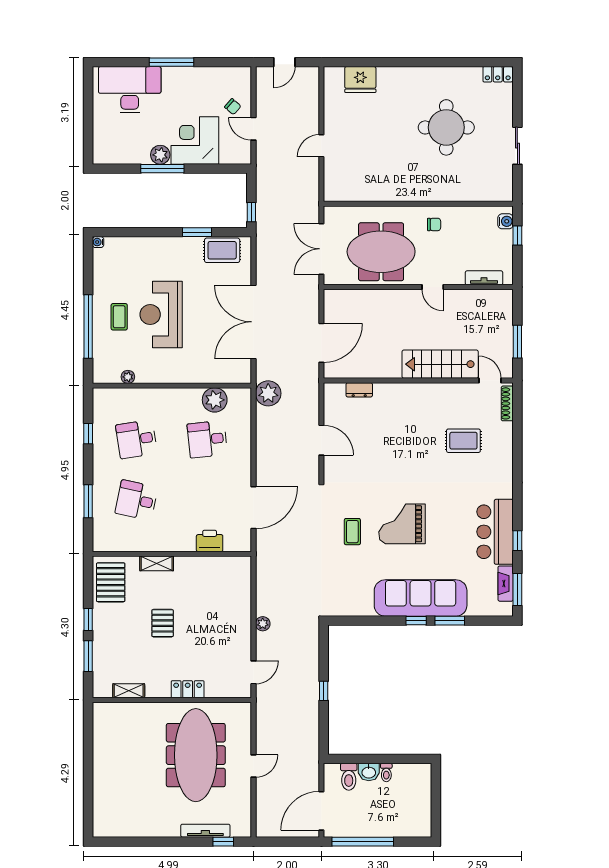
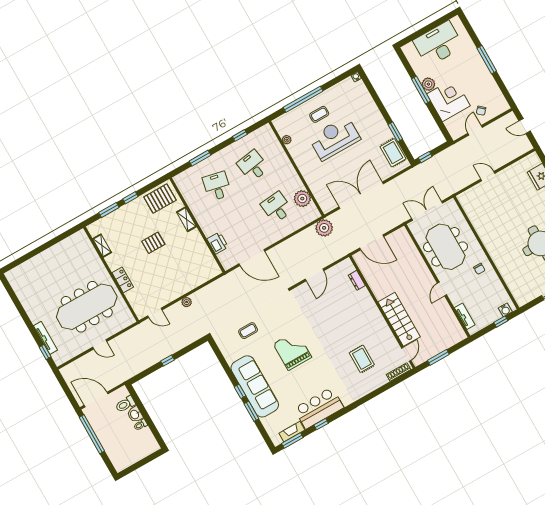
desk: (130, 90) -> (438, 44), moved, turned -90
coffee table: (352, 532) -> (248, 331), moved

